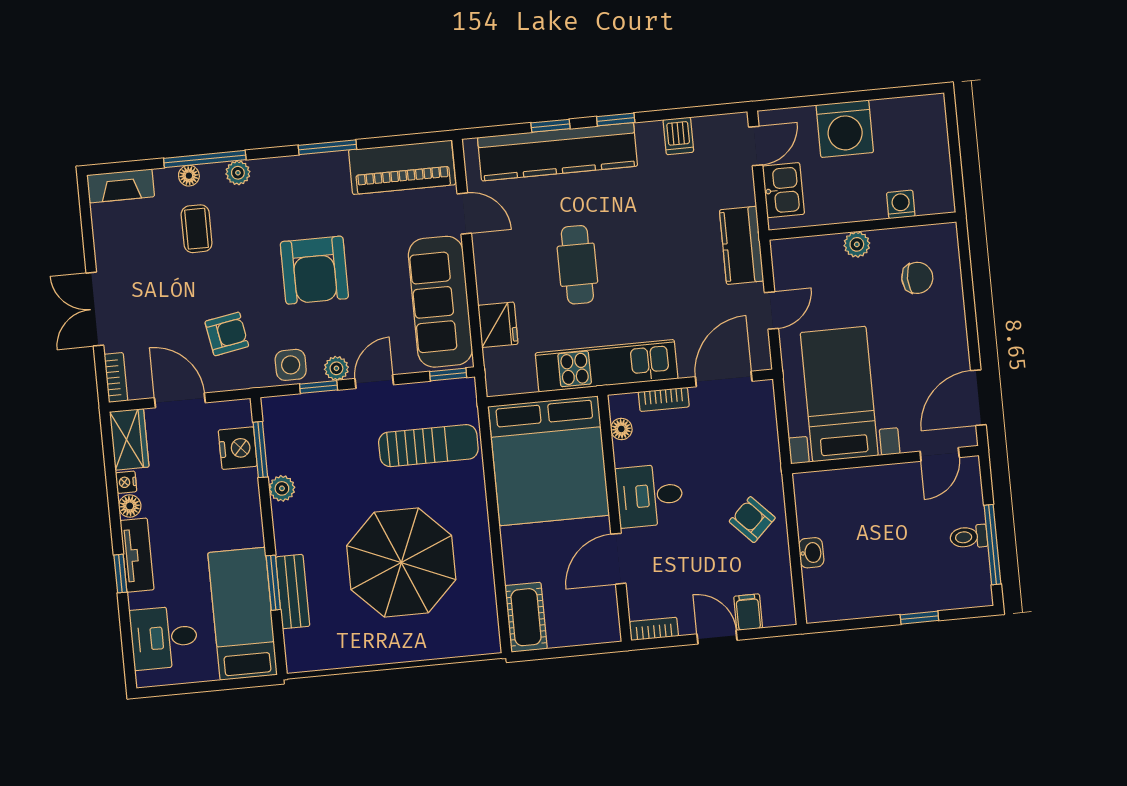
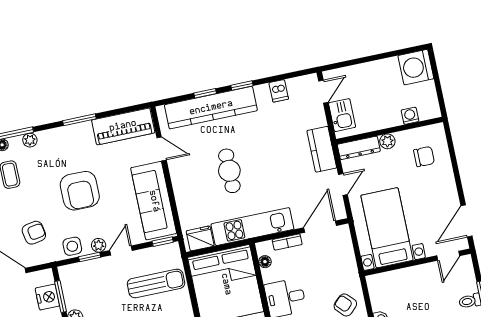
washing machine: (845, 129) -> (416, 67), moved, turned 90
dresser: (806, 250) -> (359, 148), added
fridge: (498, 325) -> (200, 238), moved, turned -90

